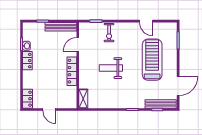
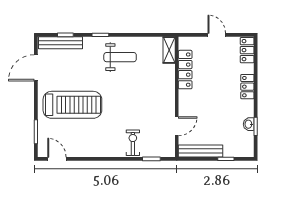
door: (146, 21) -> (57, 159), moved
treadmill: (152, 60) -> (72, 105), turned -90
locker: (27, 61) -> (247, 87), moved
weight bench: (111, 68) -> (120, 57), moved
locker: (72, 71) -> (185, 70), moved

